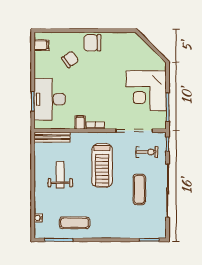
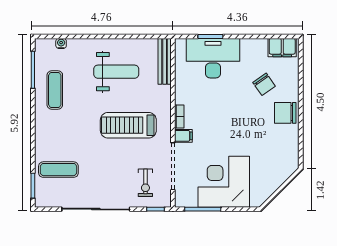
chair: (92, 43) -> (285, 113), turned -90
filing cabinet: (41, 45) -> (282, 48), width x2.00
filing cabinet: (80, 122) -> (183, 136), moved
weight bench: (60, 175) -> (116, 72), width x1.36, depth x1.33
exercise mat: (139, 189) -> (58, 170), moved

